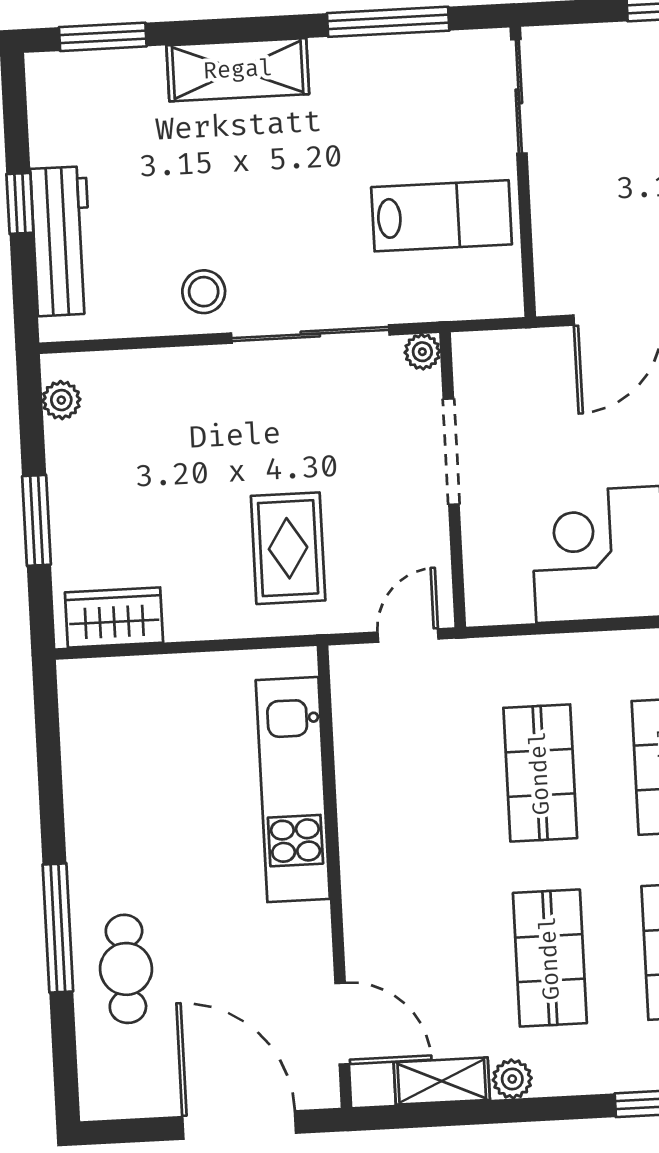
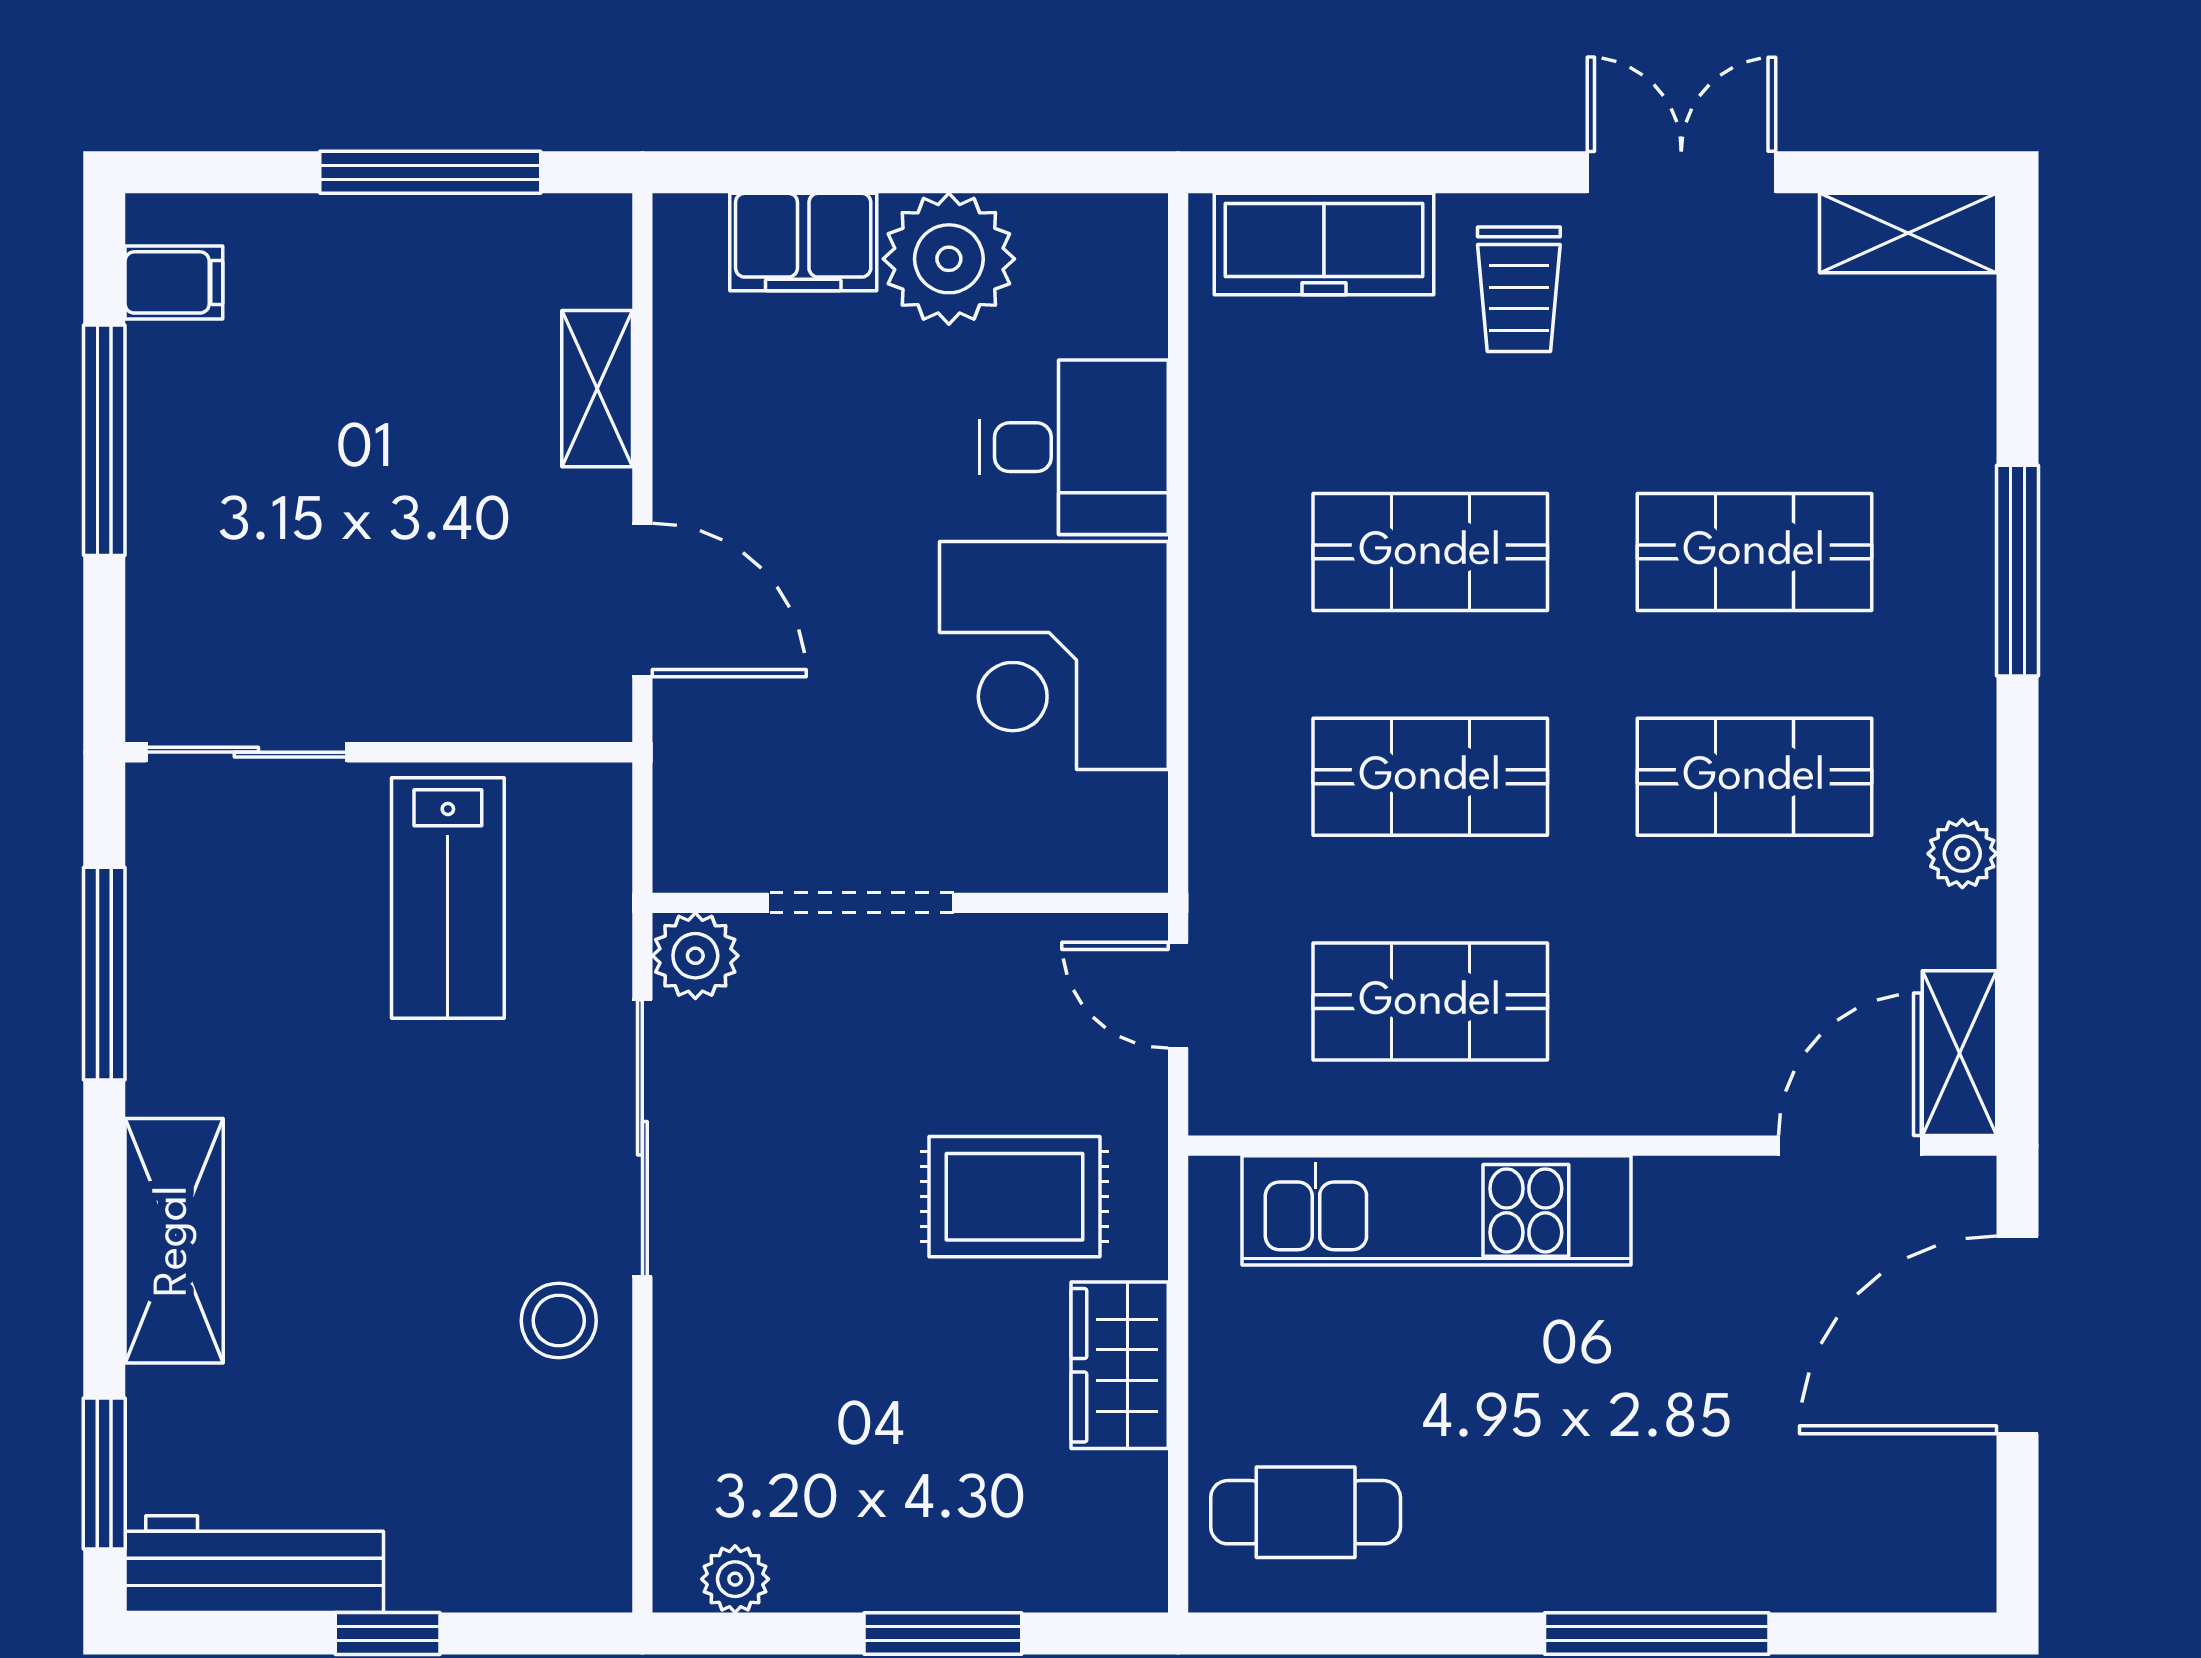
lab bench: (442, 216) -> (448, 898), turned 180
workbench: (62, 241) -> (254, 1564), moved
plant: (422, 352) -> (695, 956), width x1.38, depth x1.38
wardrobe: (114, 617) -> (1120, 1365), moved
shop shelf: (412, 780) -> (1430, 1002), added
cafe table: (126, 969) -> (1306, 1512), moved
shelving: (442, 1081) -> (1959, 1053), moved

